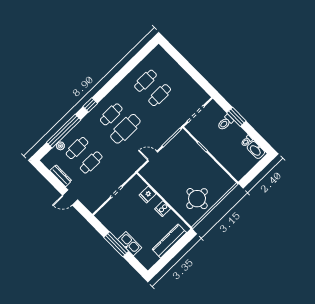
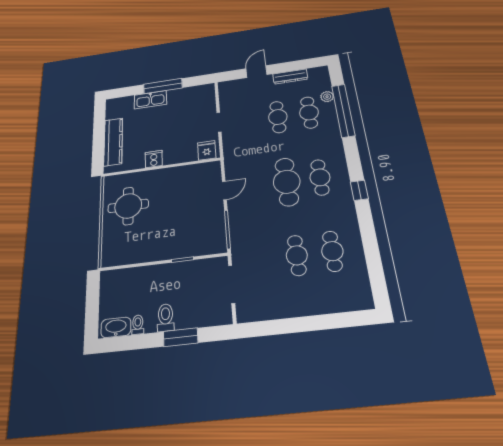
window: (90, 105) -> (359, 190), moved
toilet: (225, 123) -> (166, 318), moved
fridge: (148, 195) -> (207, 150), moved

